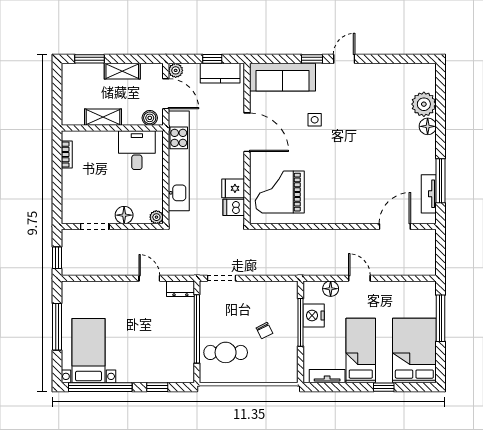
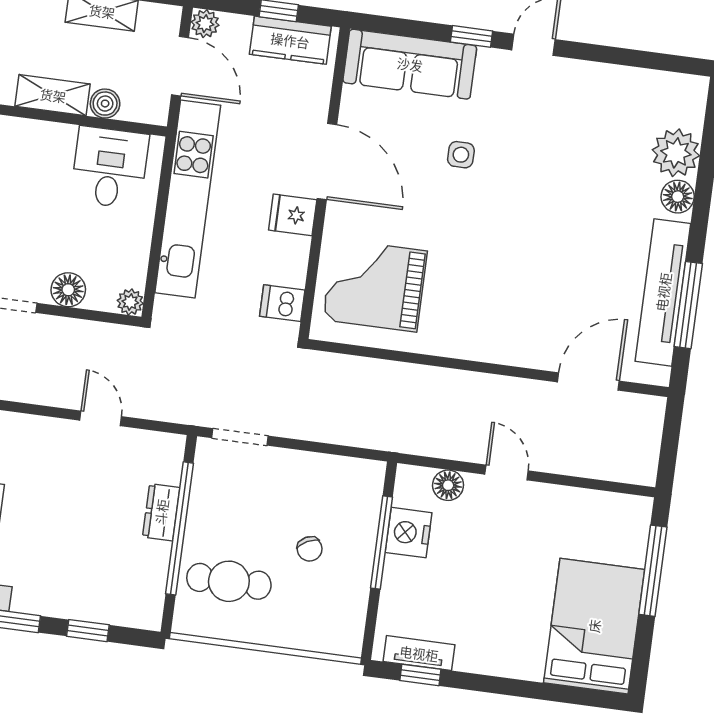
boiler: (150, 118) -> (105, 104), moved
fridge: (233, 188) -> (293, 215), moved
tv unit: (429, 194) -> (663, 292), width x1.92, depth x1.29
dresser: (180, 289) -> (161, 512), moved, turned 90
bed: (361, 350) -> (490, 612), removed
window: (384, 387) -> (420, 675), moved

